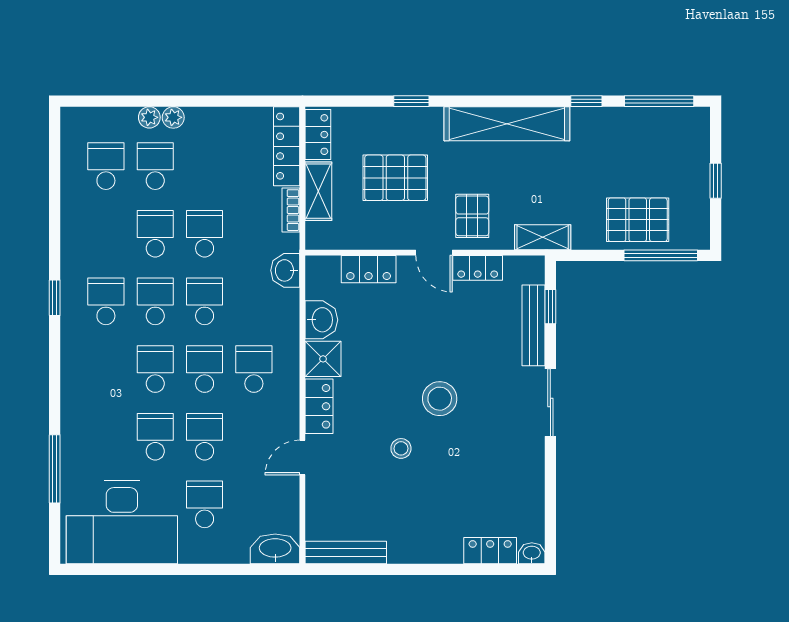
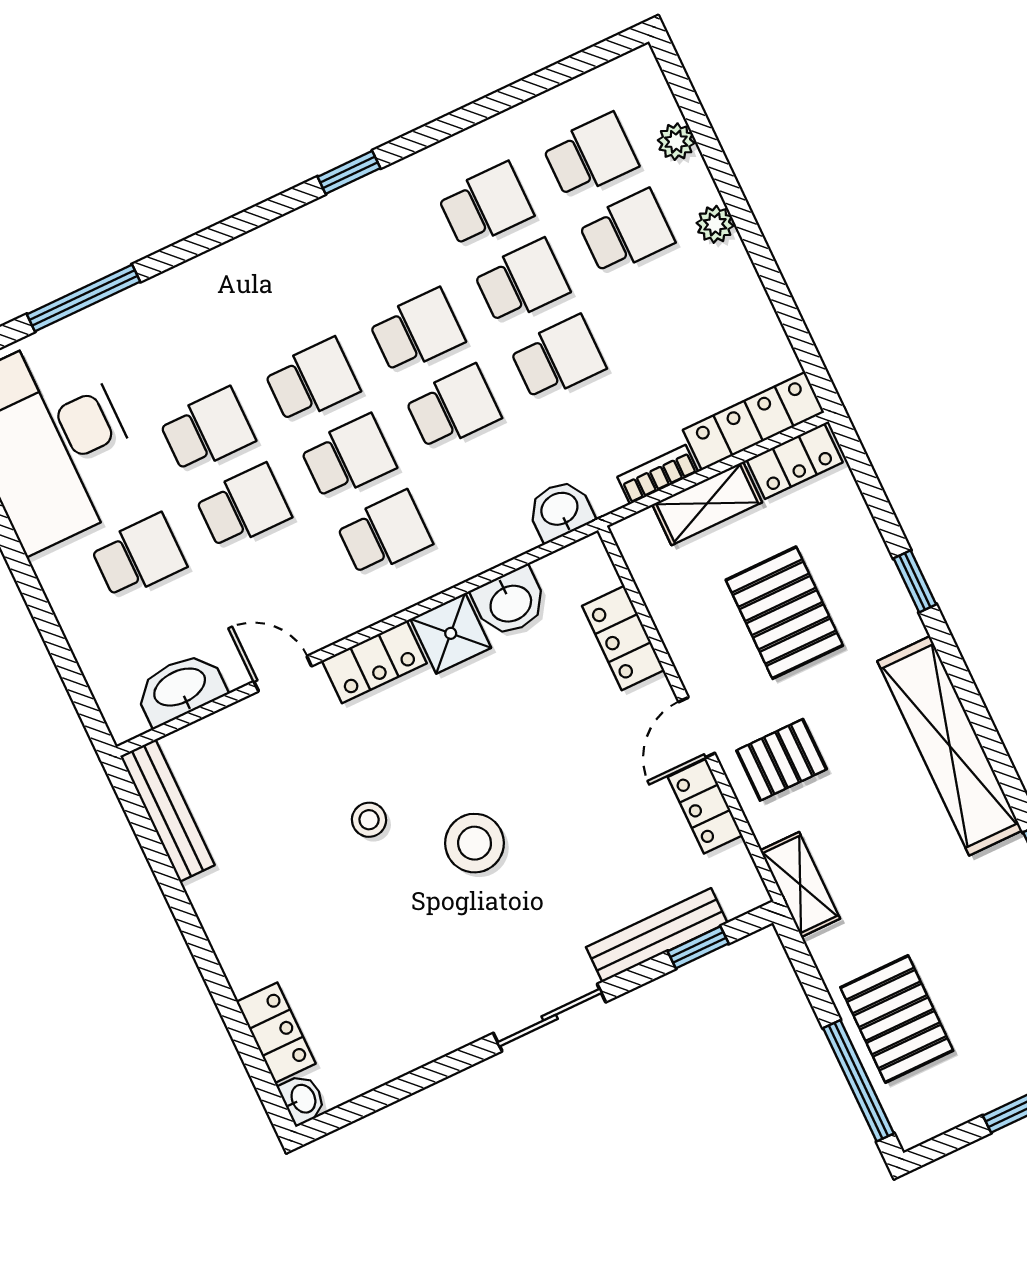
plant: (149, 117) -> (676, 142), moved
school desk: (106, 301) -> (486, 205), moved
washbasin: (275, 549) -> (180, 688), moved, turned -90

